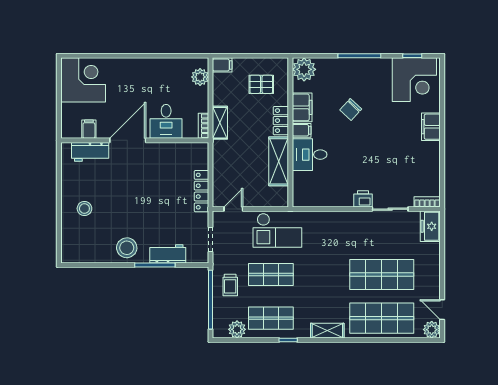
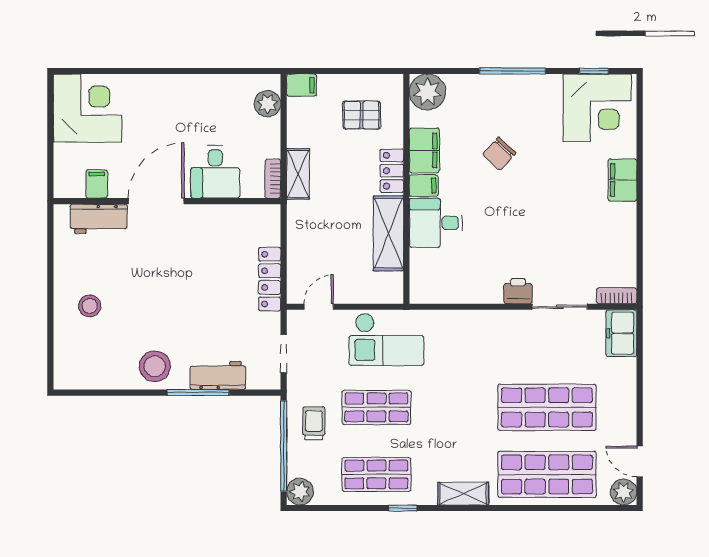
trolley: (230, 285) -> (314, 423), turned 180
plant: (237, 329) -> (300, 492), moved

